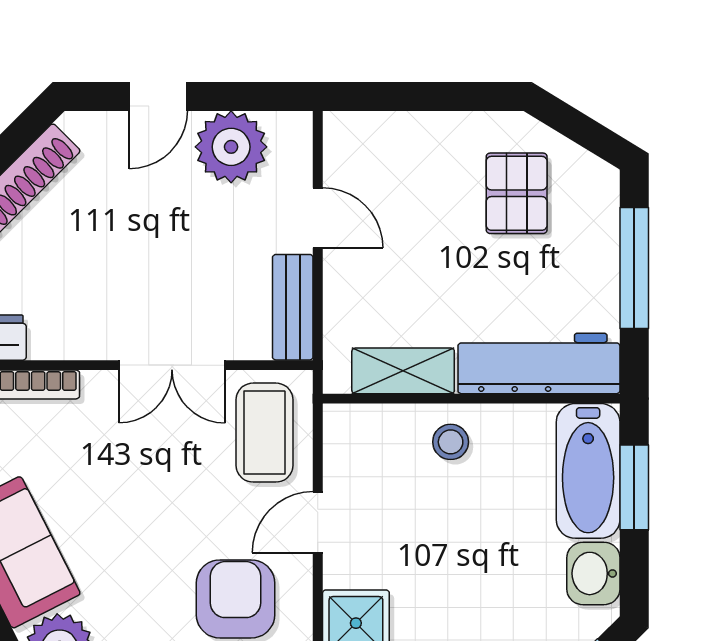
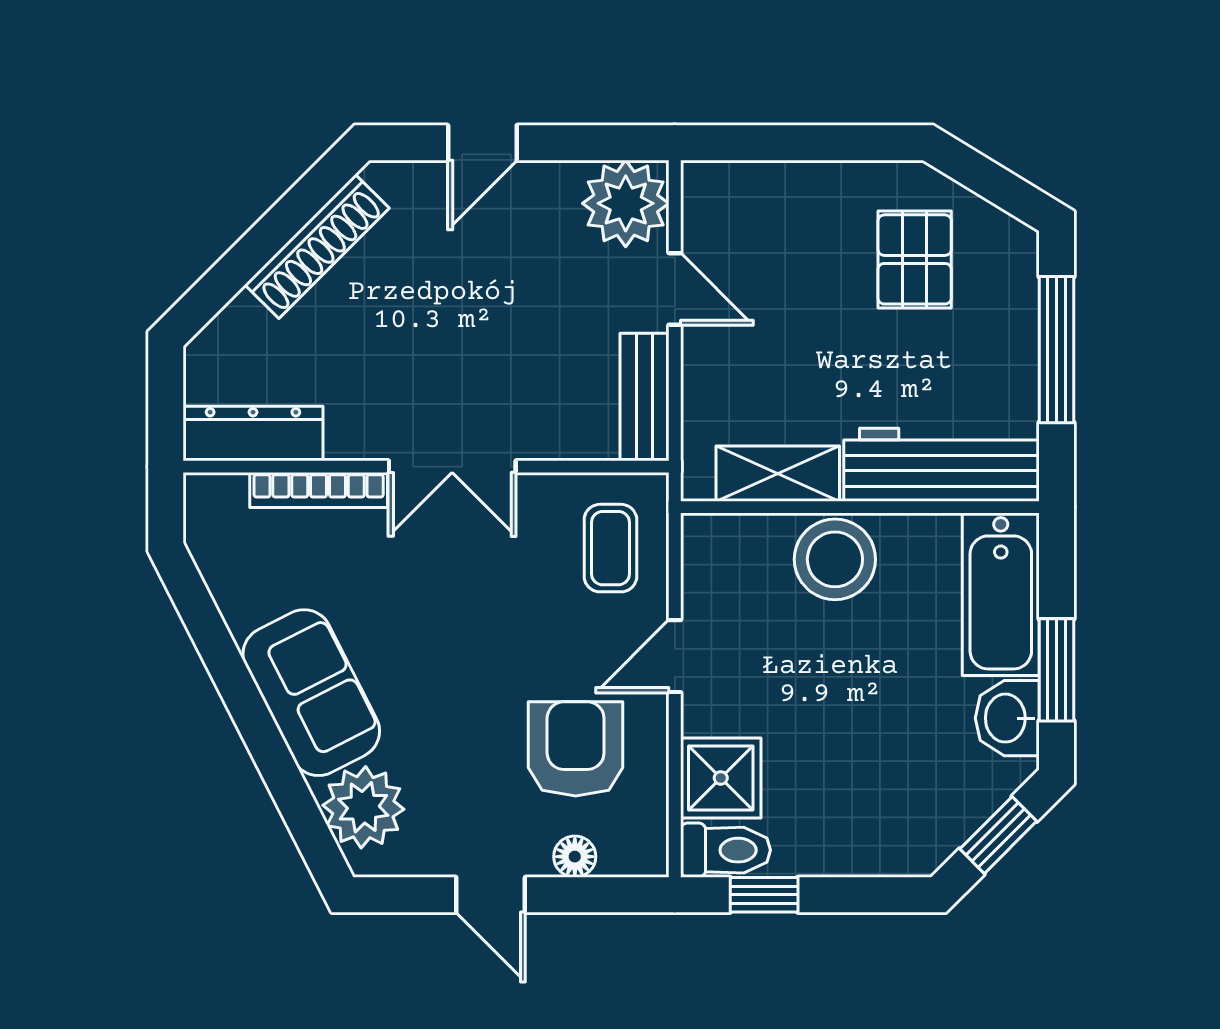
plant: (231, 147) -> (626, 203), moved
double door: (172, 365) -> (452, 467), moved
coffee table: (265, 433) -> (610, 548), width x0.73, depth x0.77
stool: (451, 442) -> (835, 559), width x1.89, depth x1.89
window: (634, 487) -> (1057, 670), moved

